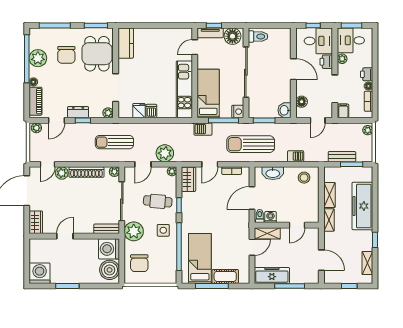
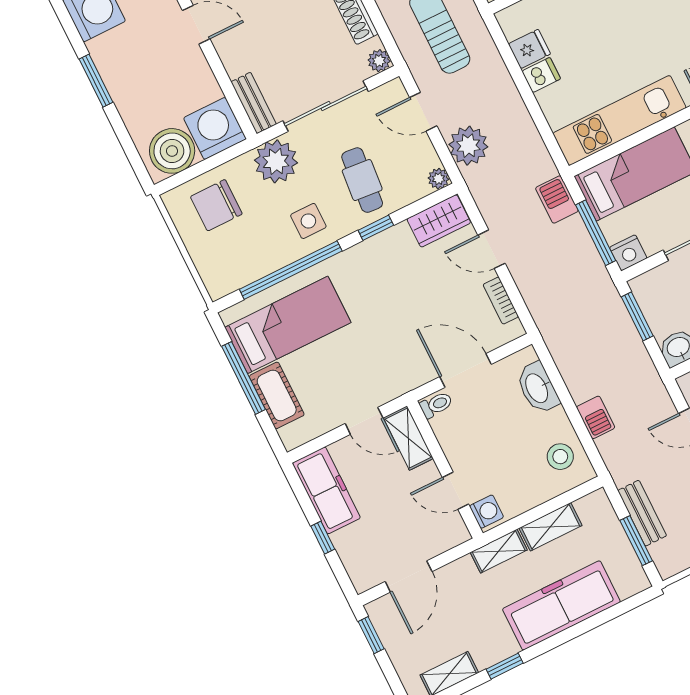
sun lounger: (251, 144) -> (574, 313), removed
washing machine: (270, 217) -> (487, 512), moved
window: (290, 286) -> (323, 538), width x0.46
window: (349, 286) -> (371, 635), moved

